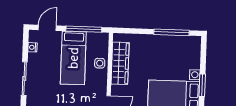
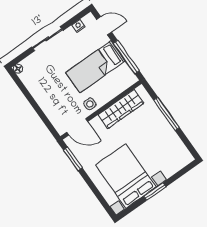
window: (171, 32) -> (167, 114), moved
side table: (100, 63) -> (90, 104), moved

